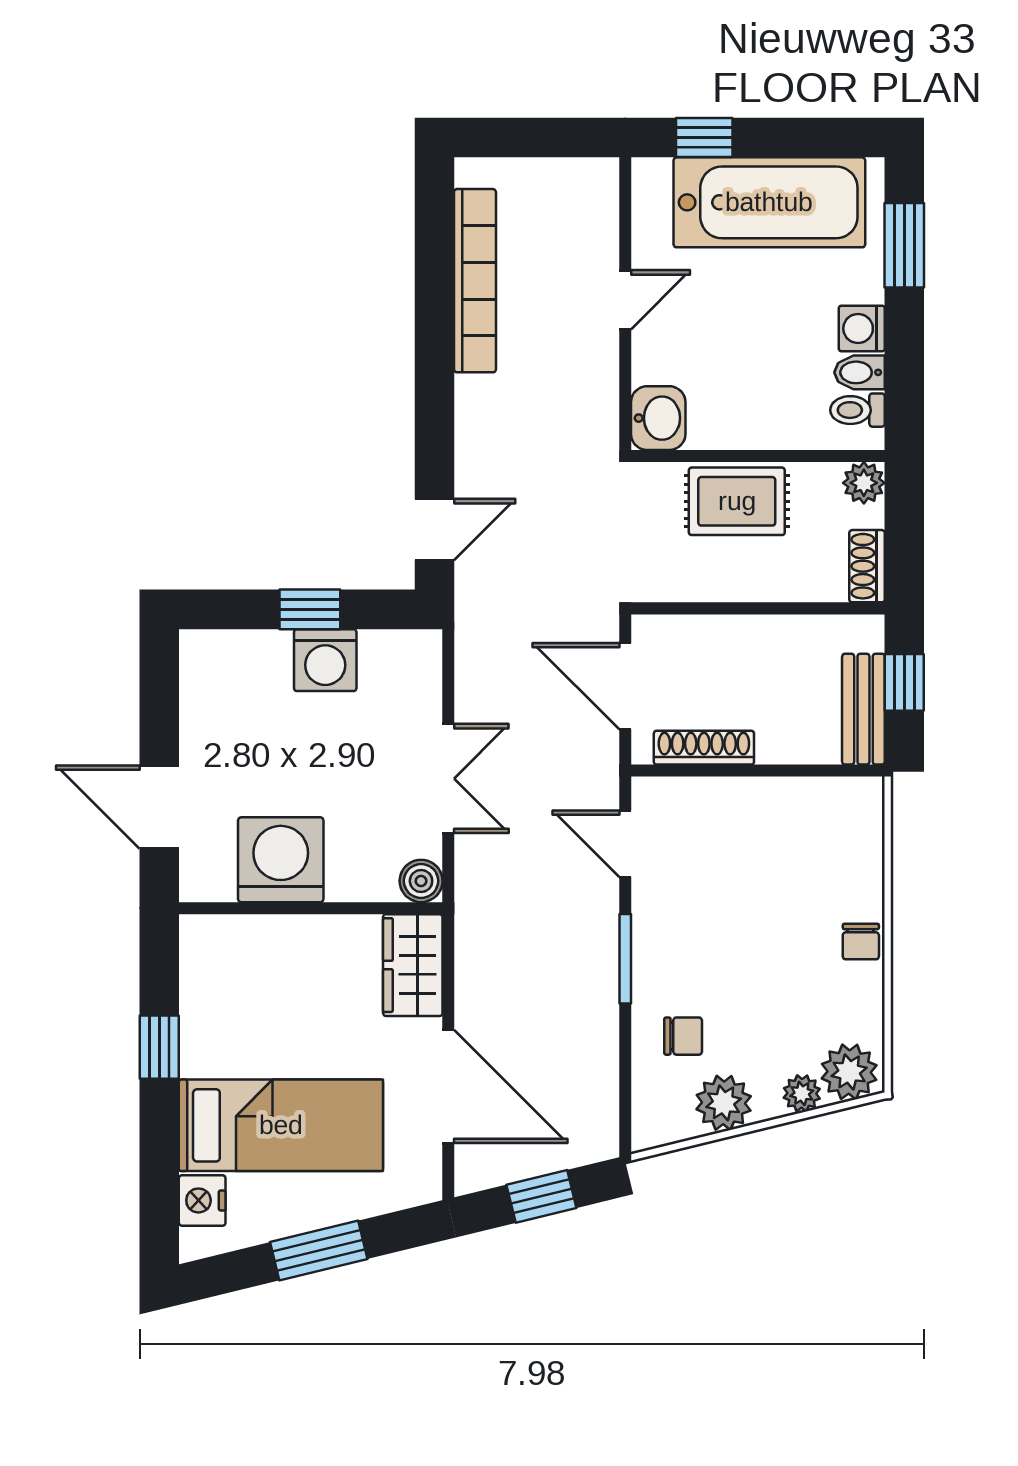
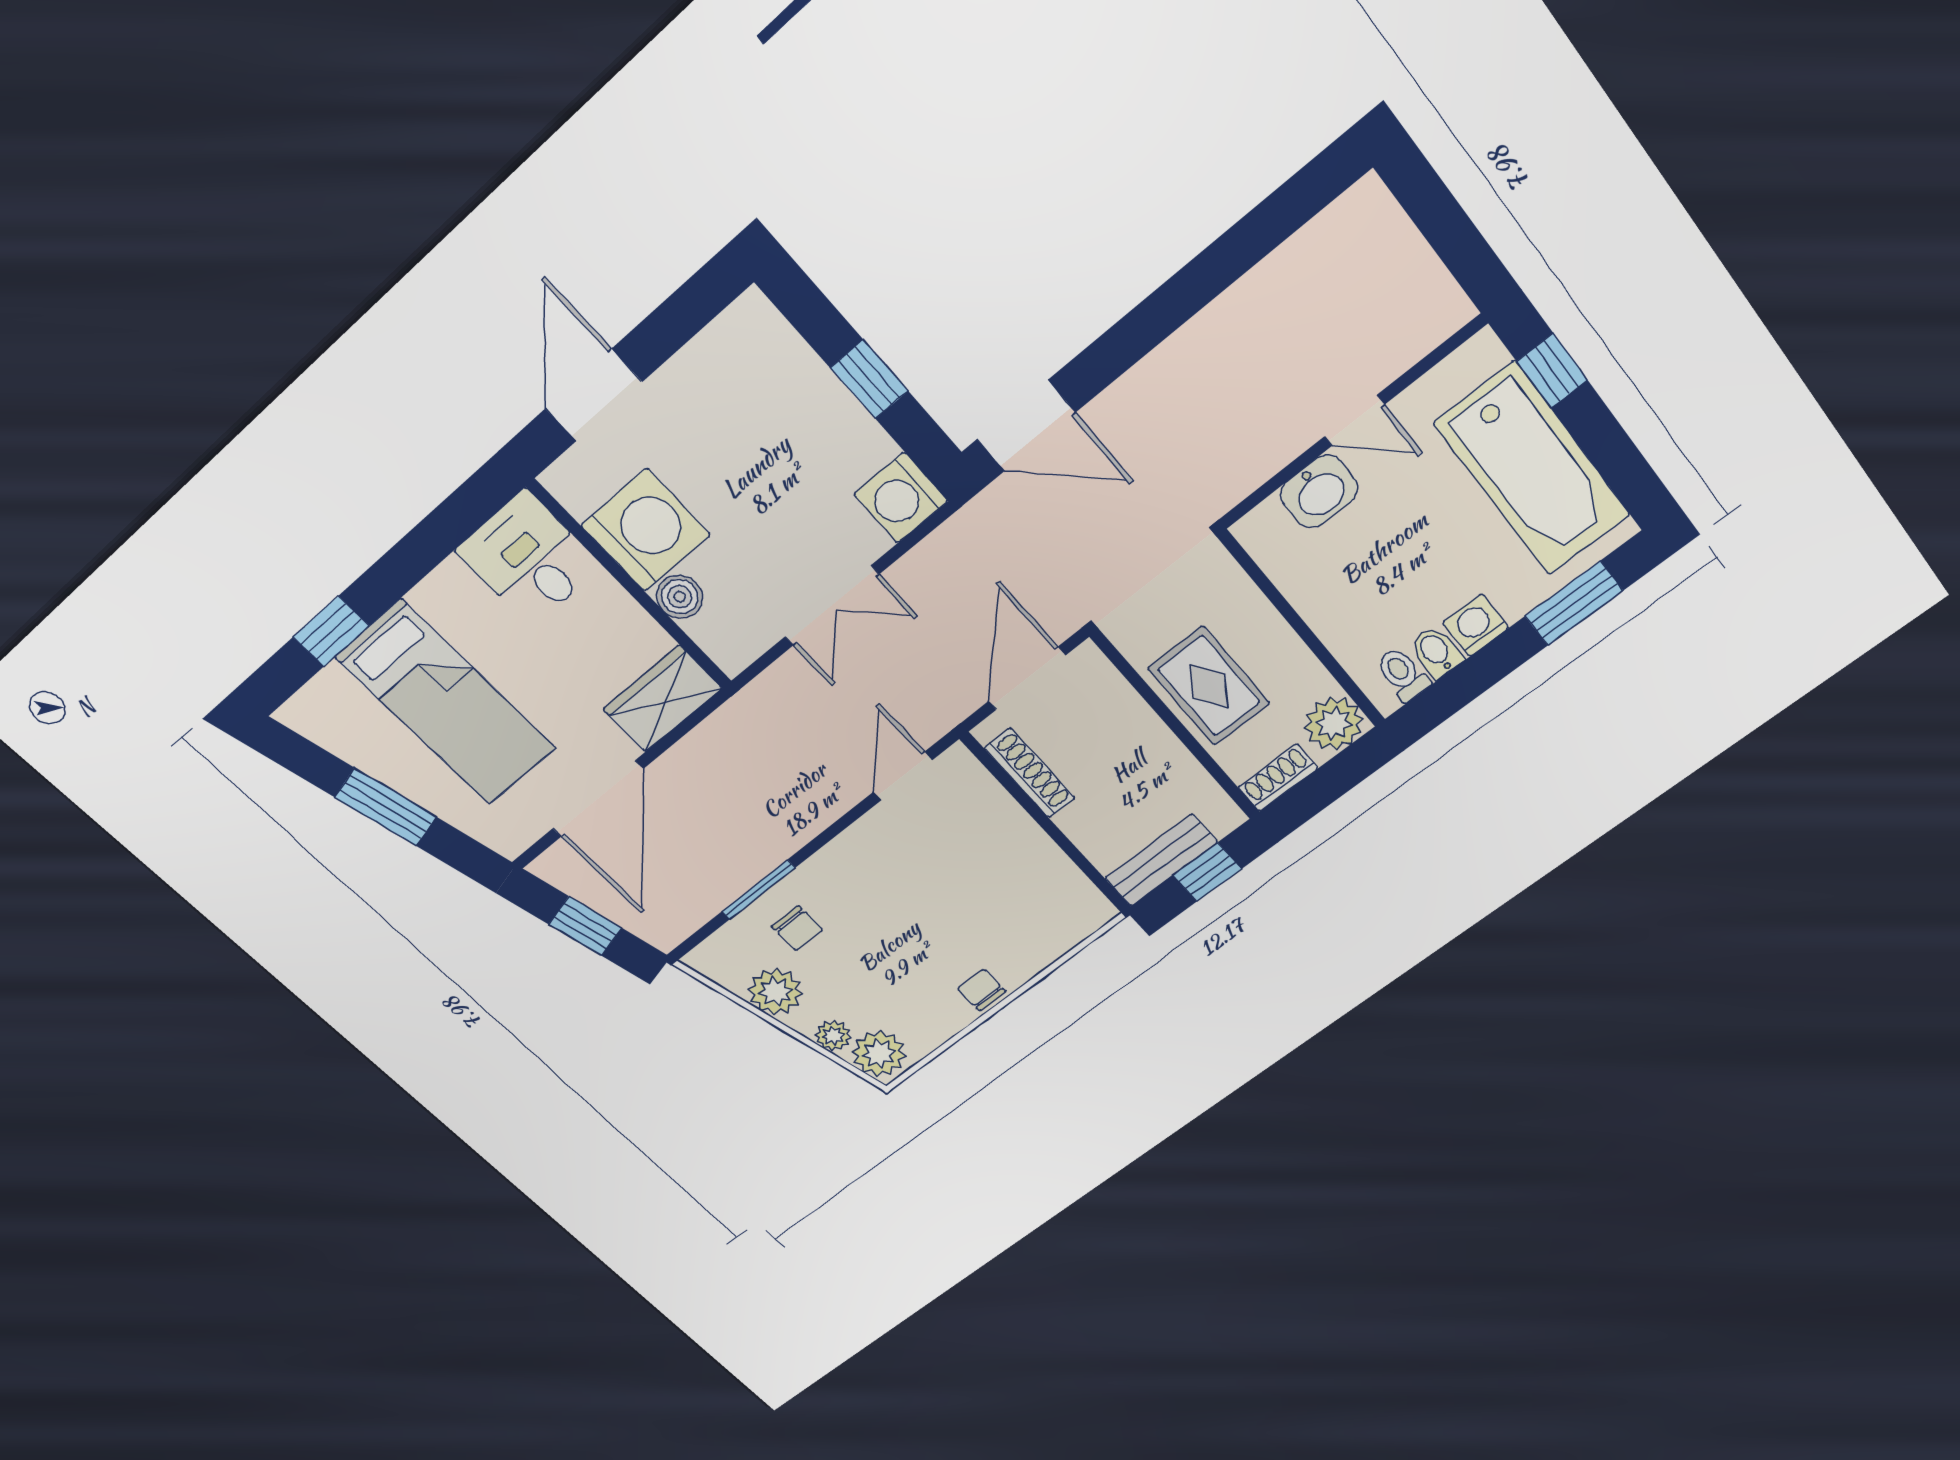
bookcase: (475, 281) -> (1273, 280), removed
washbasin: (658, 418) -> (1319, 491), moved
plant: (864, 483) -> (1334, 724), width x1.38, depth x1.38
rug: (737, 501) -> (1209, 686), moved
door: (434, 530) -> (1026, 426), width x1.38
washing machine: (325, 660) -> (901, 498), moved
boiler: (421, 881) -> (680, 597), moved
chair: (861, 941) -> (982, 990), turned 90
window: (625, 959) -> (759, 890), moved
desk: (230, 961) -> (529, 559), added
window: (159, 1047) -> (331, 631), moved
nightstand: (202, 1200) -> (332, 693), removed

